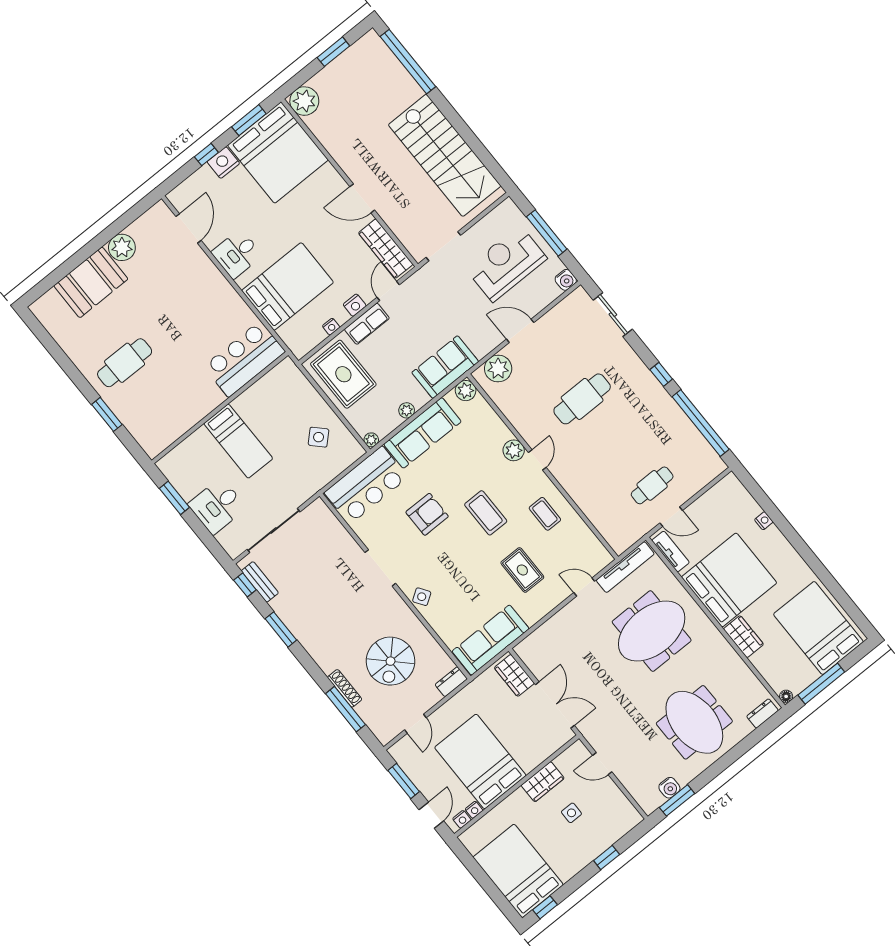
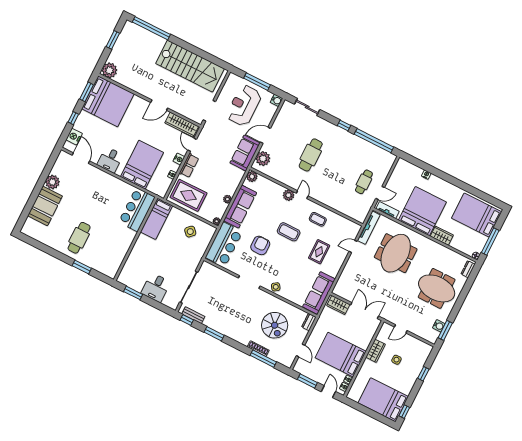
nightstand: (223, 163) -> (74, 137), moved
sofa: (445, 367) -> (245, 153), moved
bed: (238, 441) -> (156, 219), moved, turned 90
rug: (522, 570) -> (319, 252), turned 90

